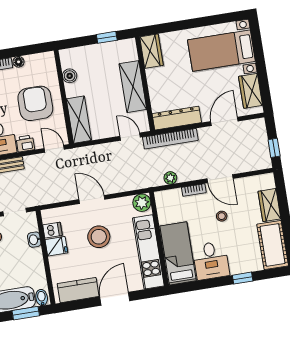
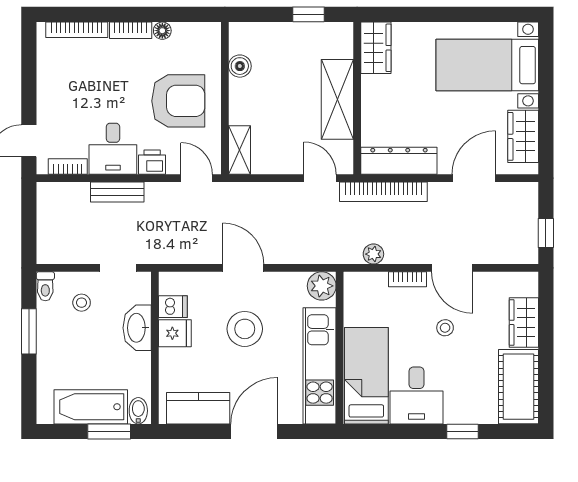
armchair: (35, 103) -> (178, 101), turned 90
shelving: (79, 120) -> (240, 150), width x0.67, depth x0.75
washbasin: (34, 240) -> (137, 328), width x1.91, depth x1.45

